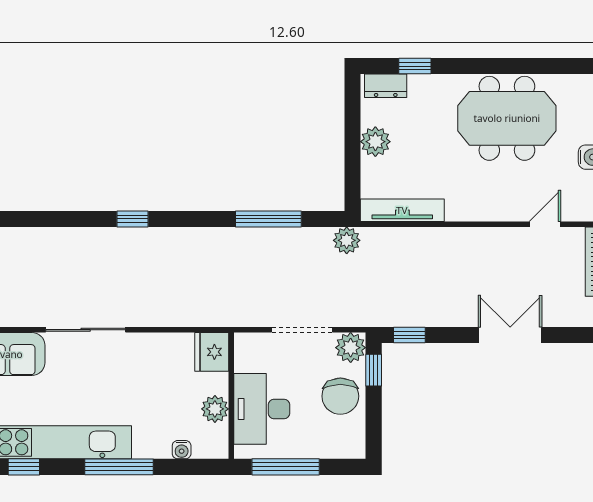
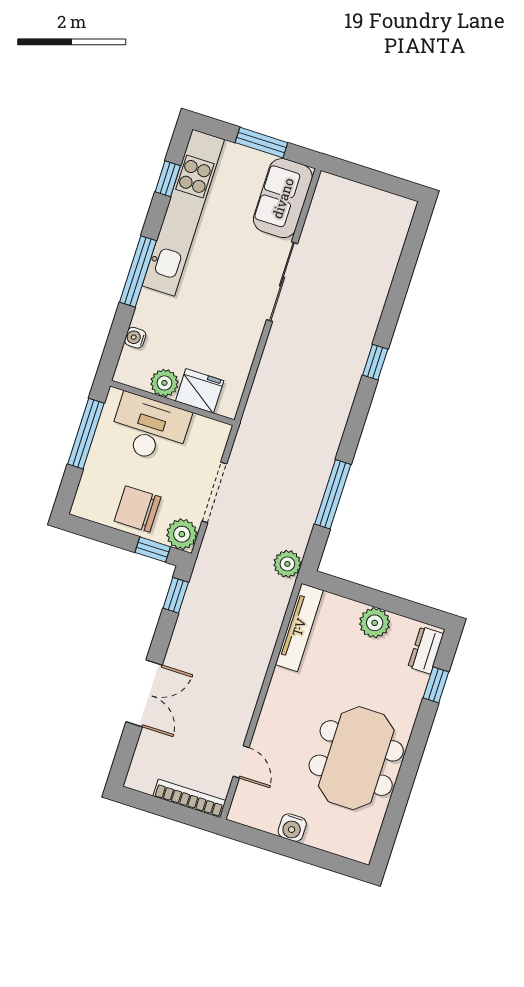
fridge: (212, 352) -> (200, 391), moved

